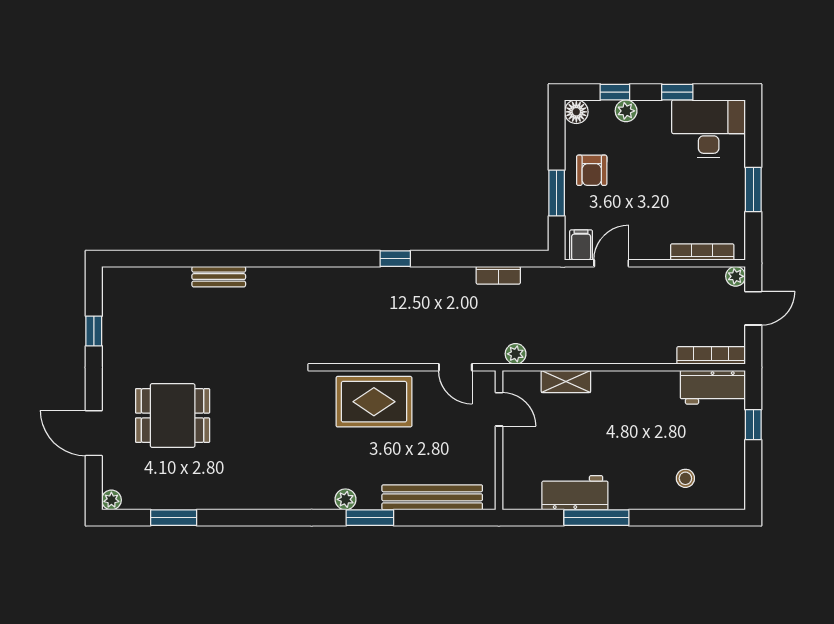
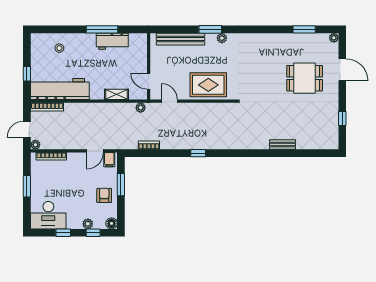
workbench: (713, 387) -> (60, 89), width x1.88, depth x1.32

